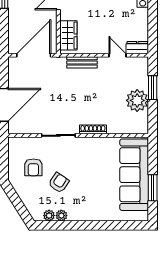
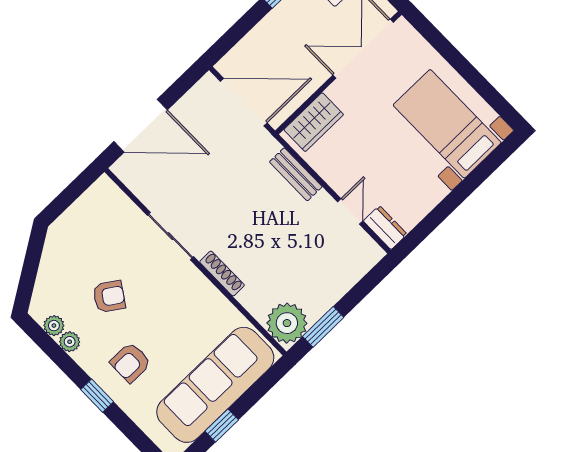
window: (153, 88) -> (323, 327), moved
plant: (137, 100) -> (287, 323), moved
armchair: (33, 167) -> (130, 362), moved
window: (153, 188) -> (222, 425), width x0.67
window: (93, 225) -> (97, 396), added

